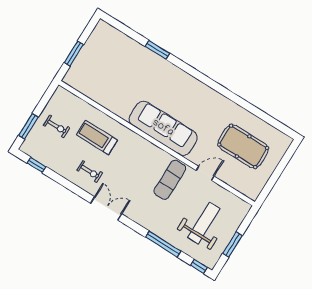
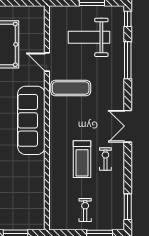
treadmill: (97, 137) -> (82, 159), moved
window: (37, 165) -> (128, 207), width x1.50

